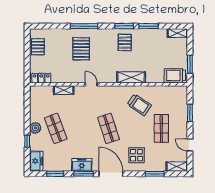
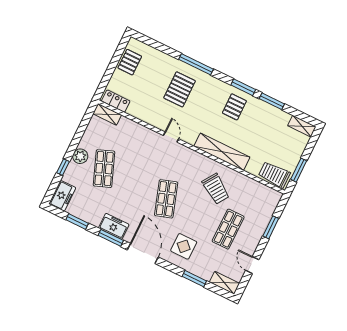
shelving: (131, 77) -> (222, 152), width x1.47
shelving: (64, 90) -> (107, 114), moved

